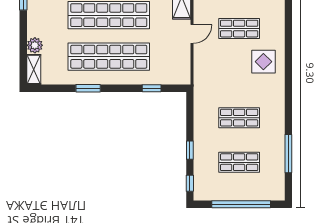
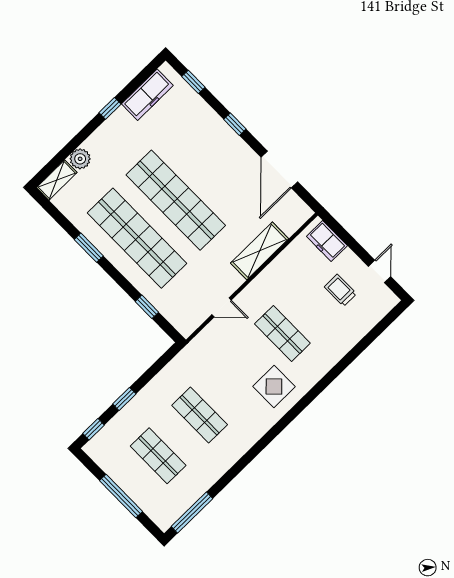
door: (192, 34) -> (222, 307), moved
window: (288, 154) -> (192, 513), moved
window: (241, 204) -> (121, 496), width x0.68

